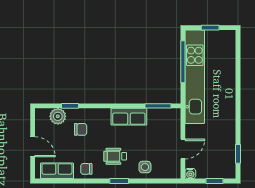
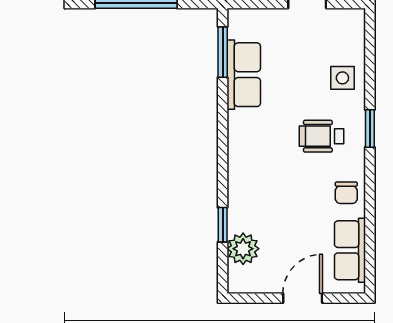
row of seats: (129, 117) -> (244, 75), moved
chair: (81, 129) -> (269, 204), removed
wheelchair: (115, 156) -> (321, 136), turned 90

